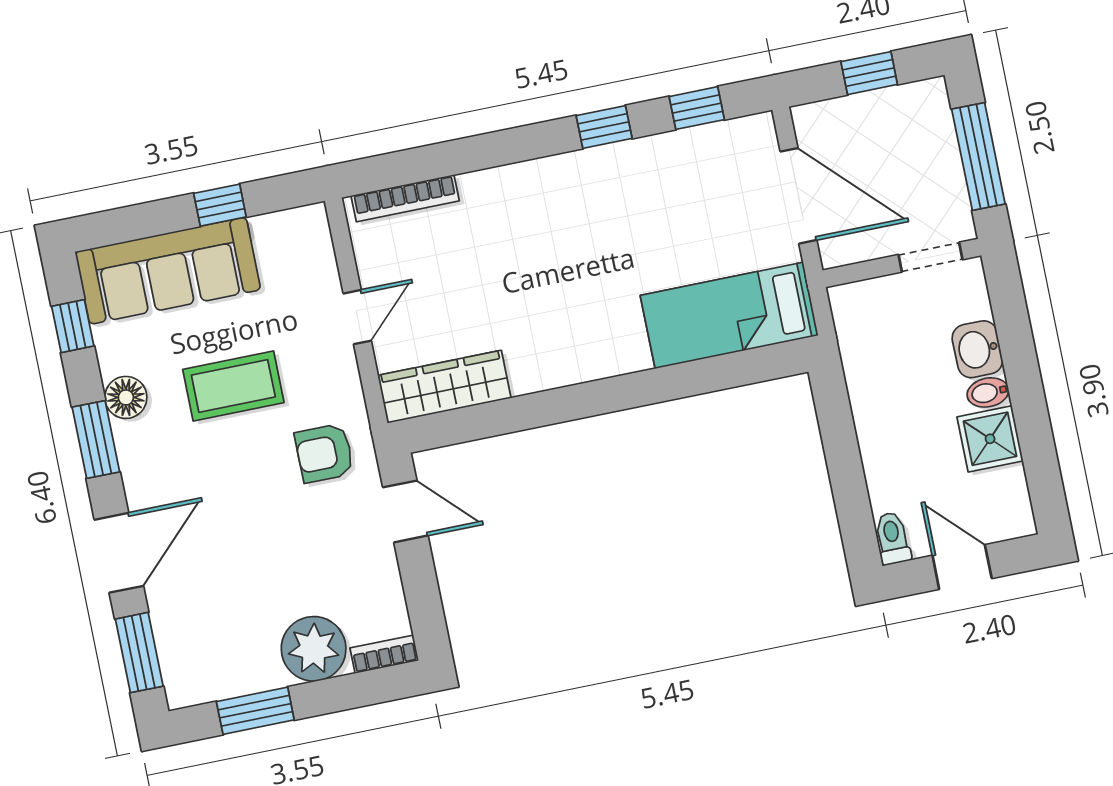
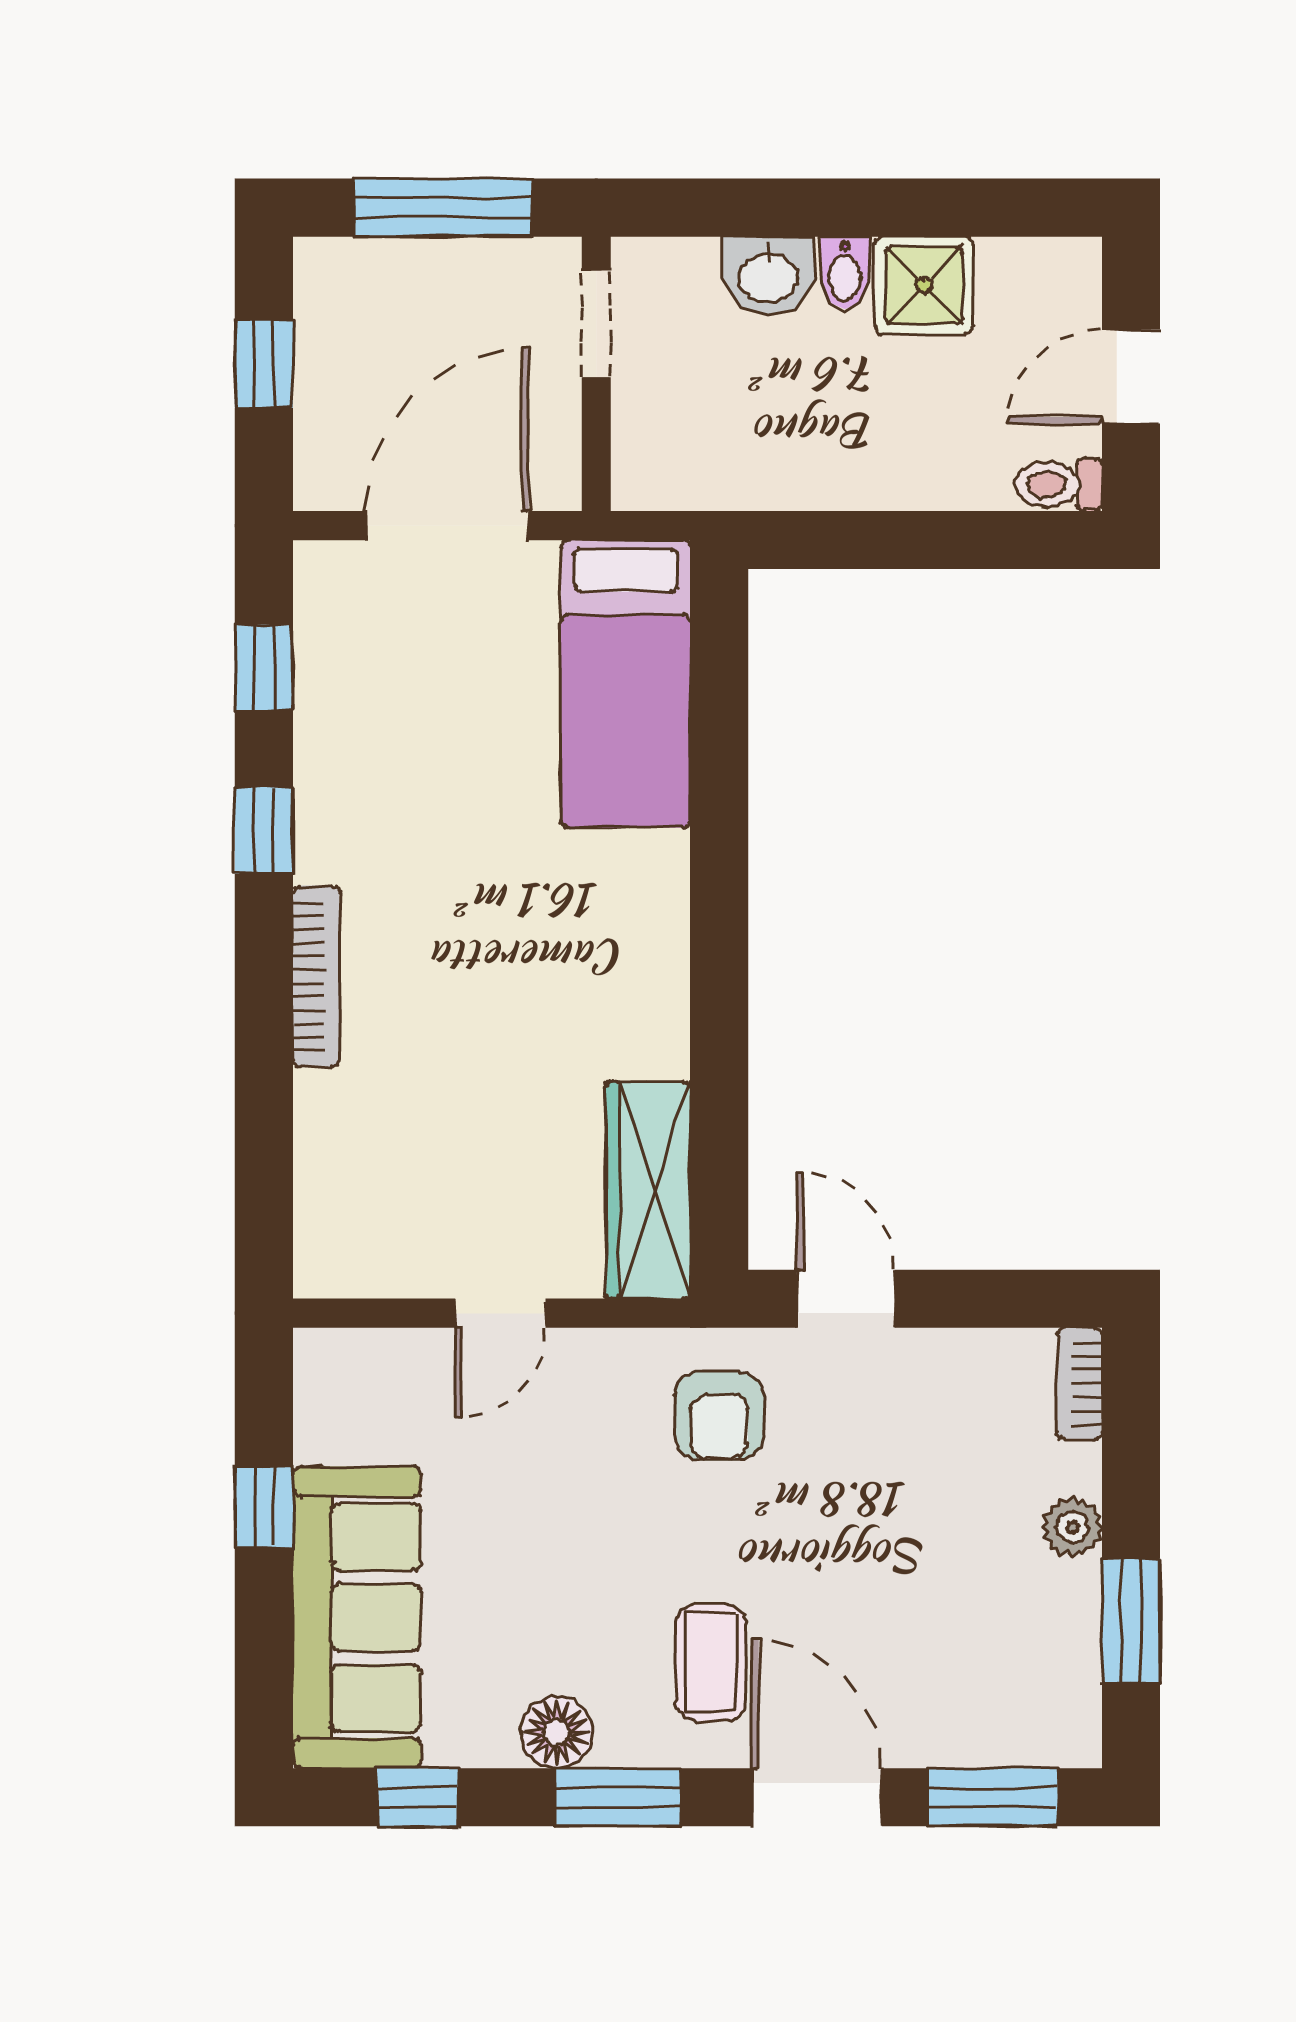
bookcase: (405, 198) -> (316, 976), moved
door: (357, 317) -> (500, 1313), swing flipped
coffee table: (233, 386) -> (711, 1662), moved, width x0.73, depth x0.77
door: (405, 511) -> (846, 1299), hinge flipped
plant: (314, 649) -> (1072, 1527), width x0.53, depth x0.53

